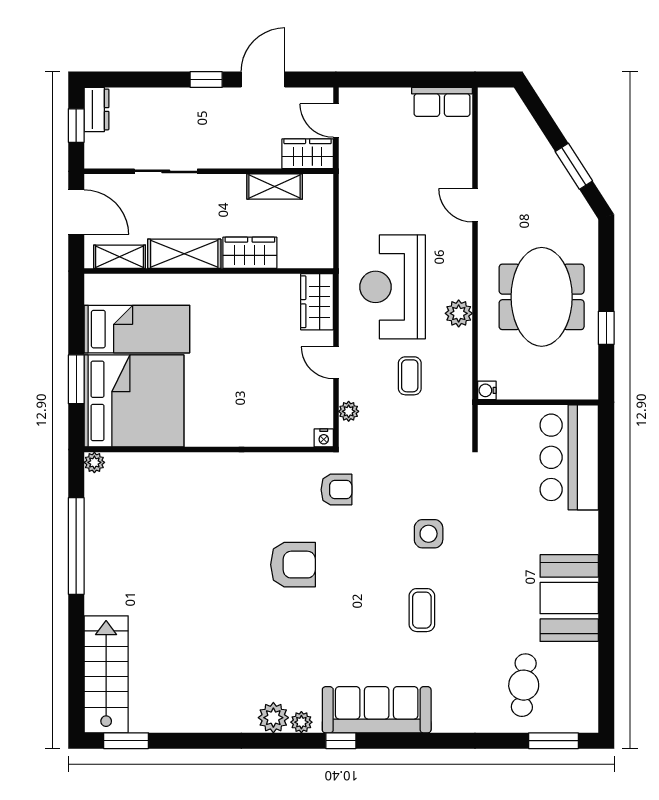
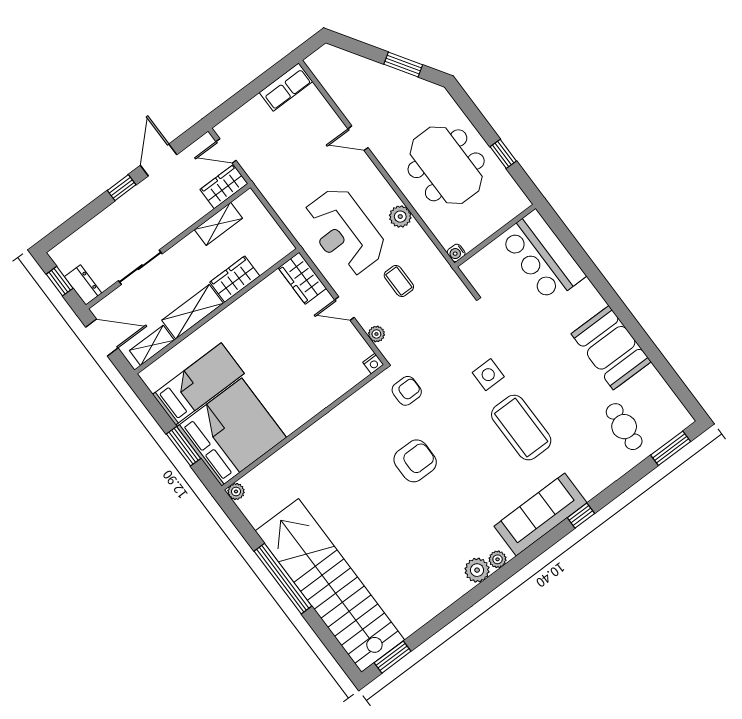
dresser: (96, 109) -> (83, 285), moved
window: (76, 546) -> (283, 579), moved
coffee table: (422, 610) -> (521, 428), width x1.86, depth x1.72
stairs: (106, 674) -> (330, 585), width x1.86, depth x1.51
window: (341, 741) -> (581, 516), moved

